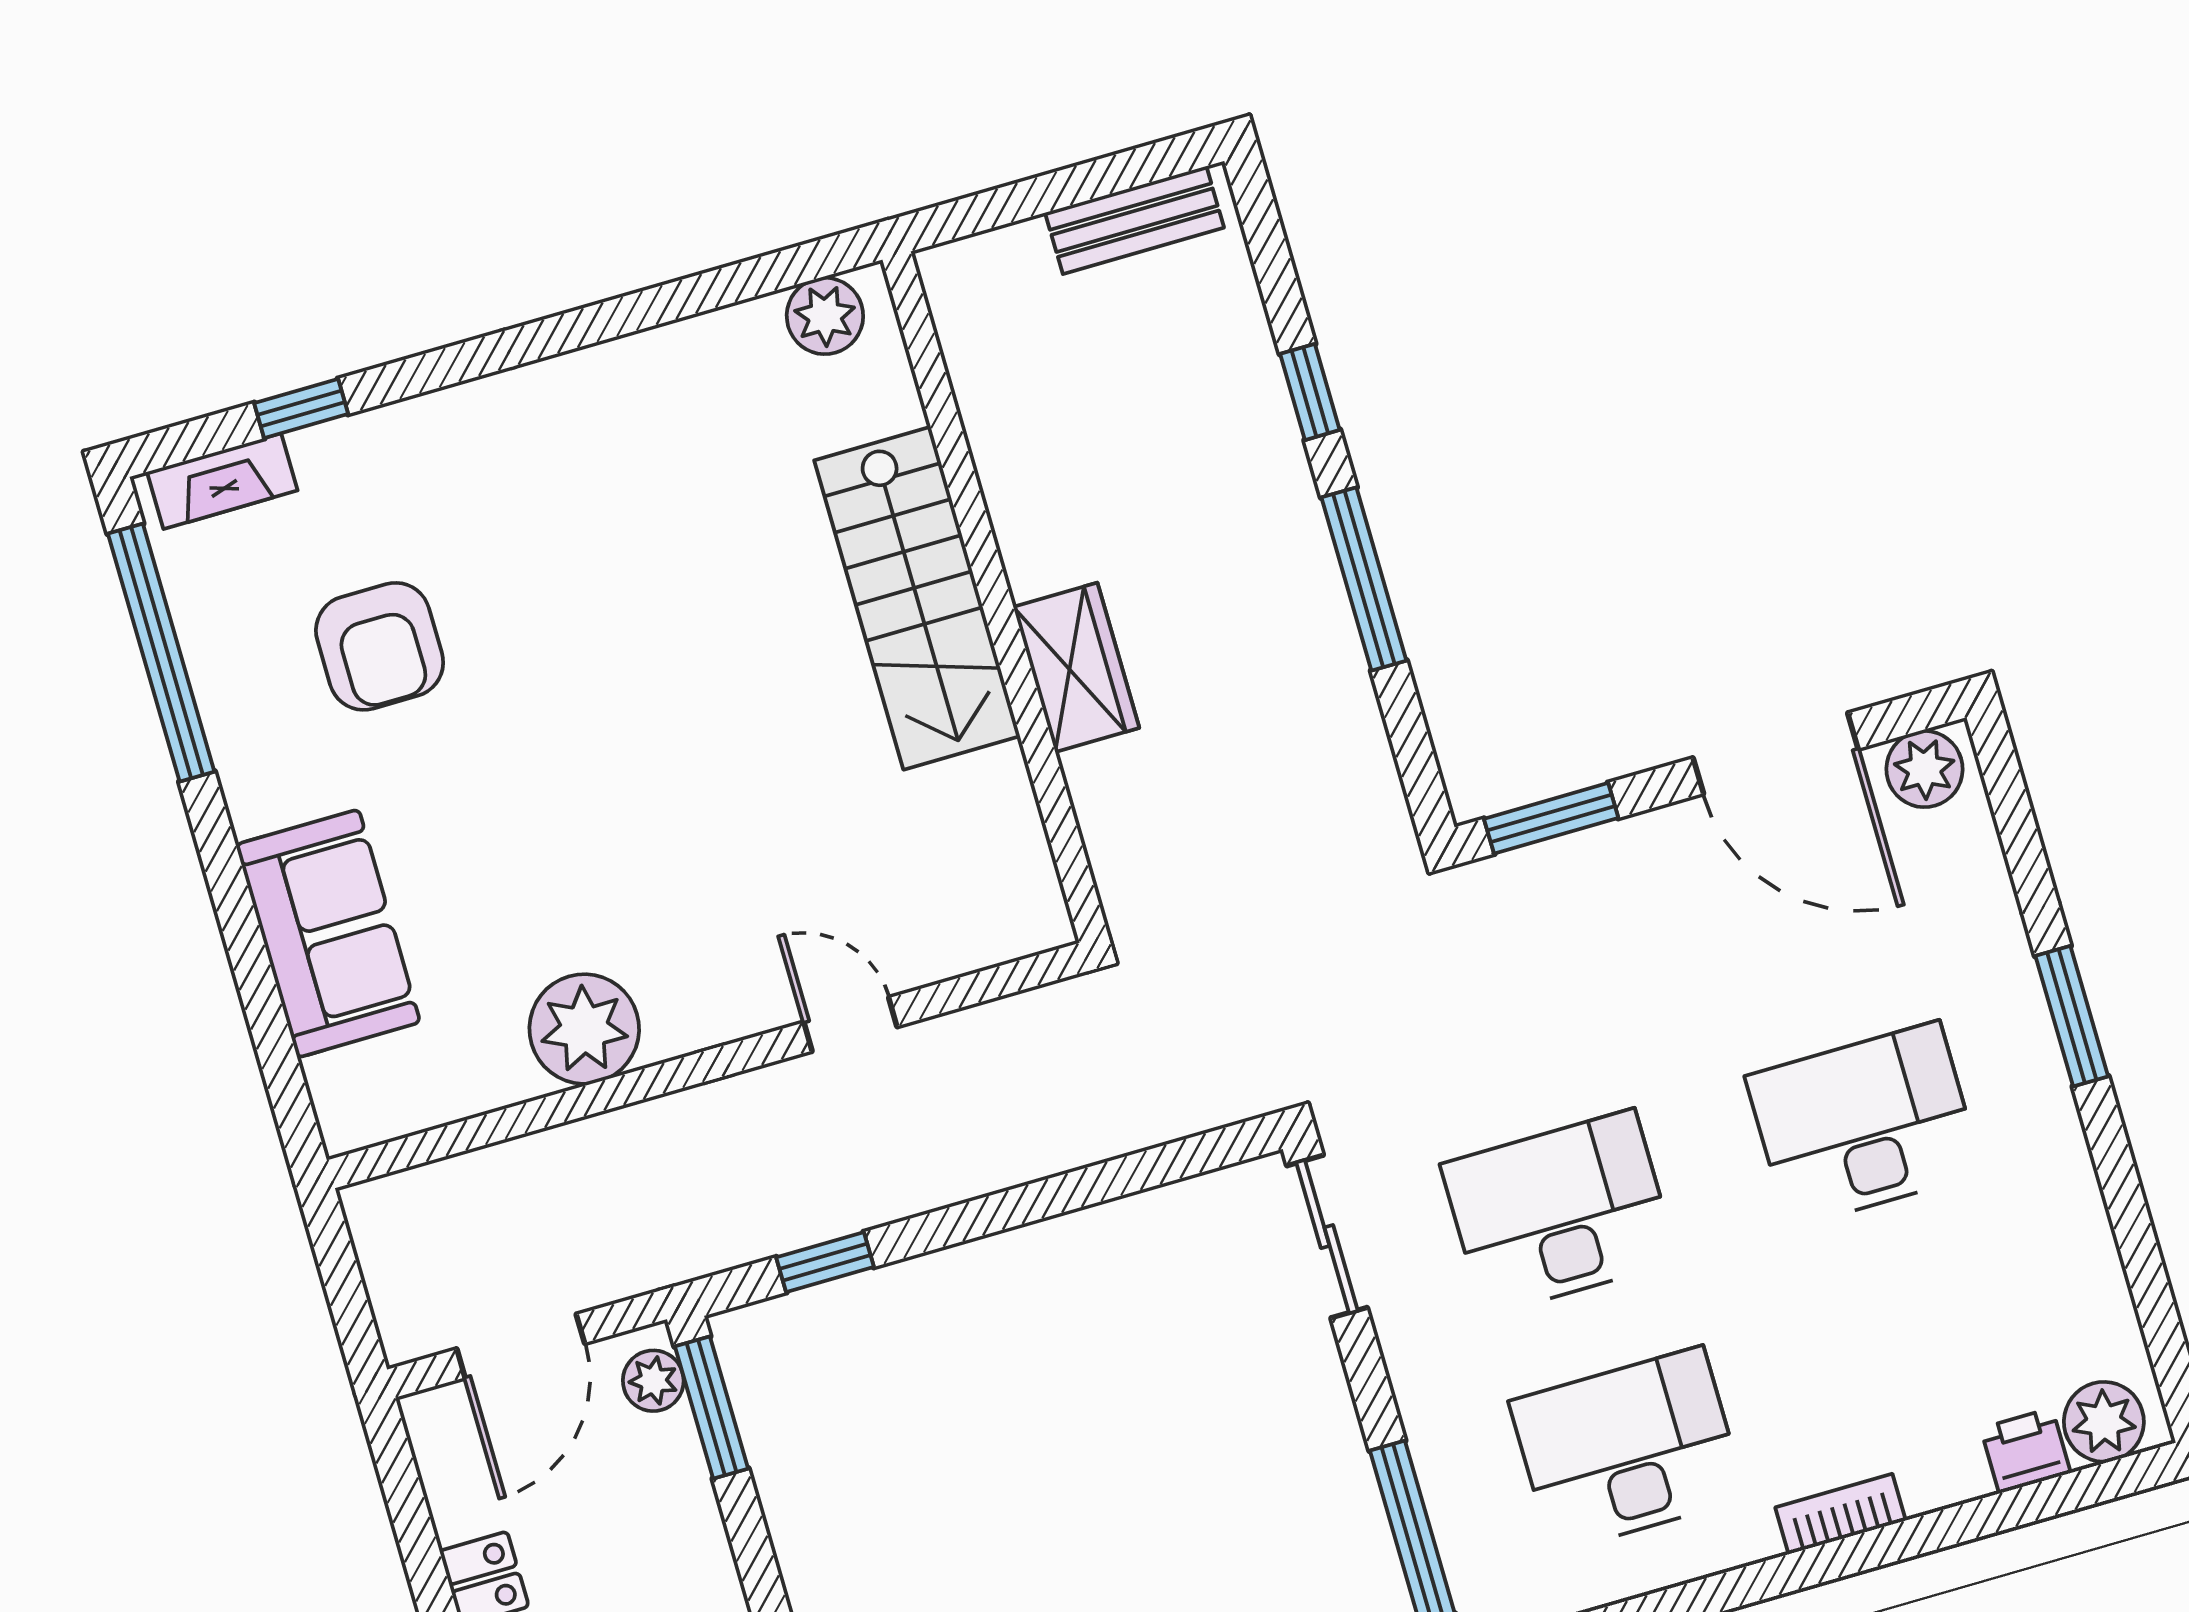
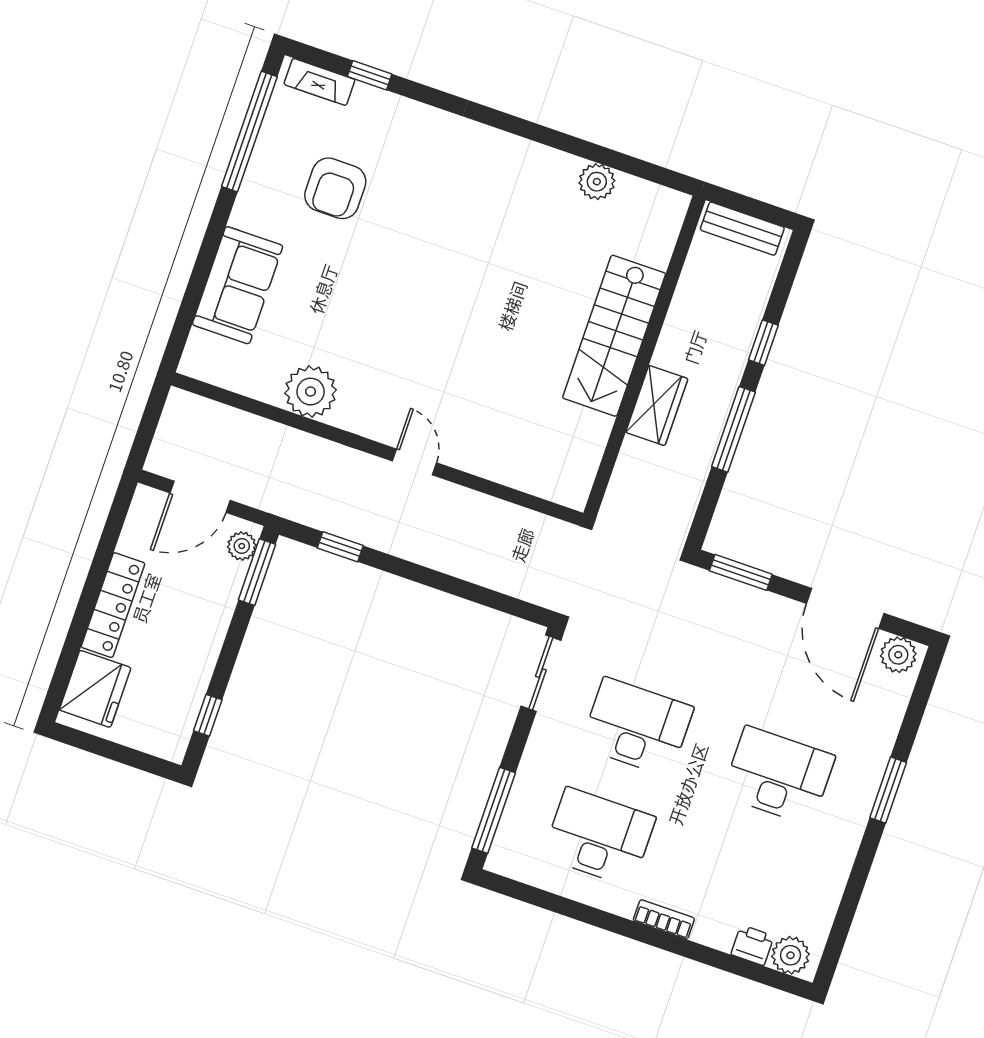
wall: (995, 597) -> (645, 356), moved
stairs: (917, 598) -> (614, 336), moved
wardrobe: (1076, 667) -> (657, 405), moved

